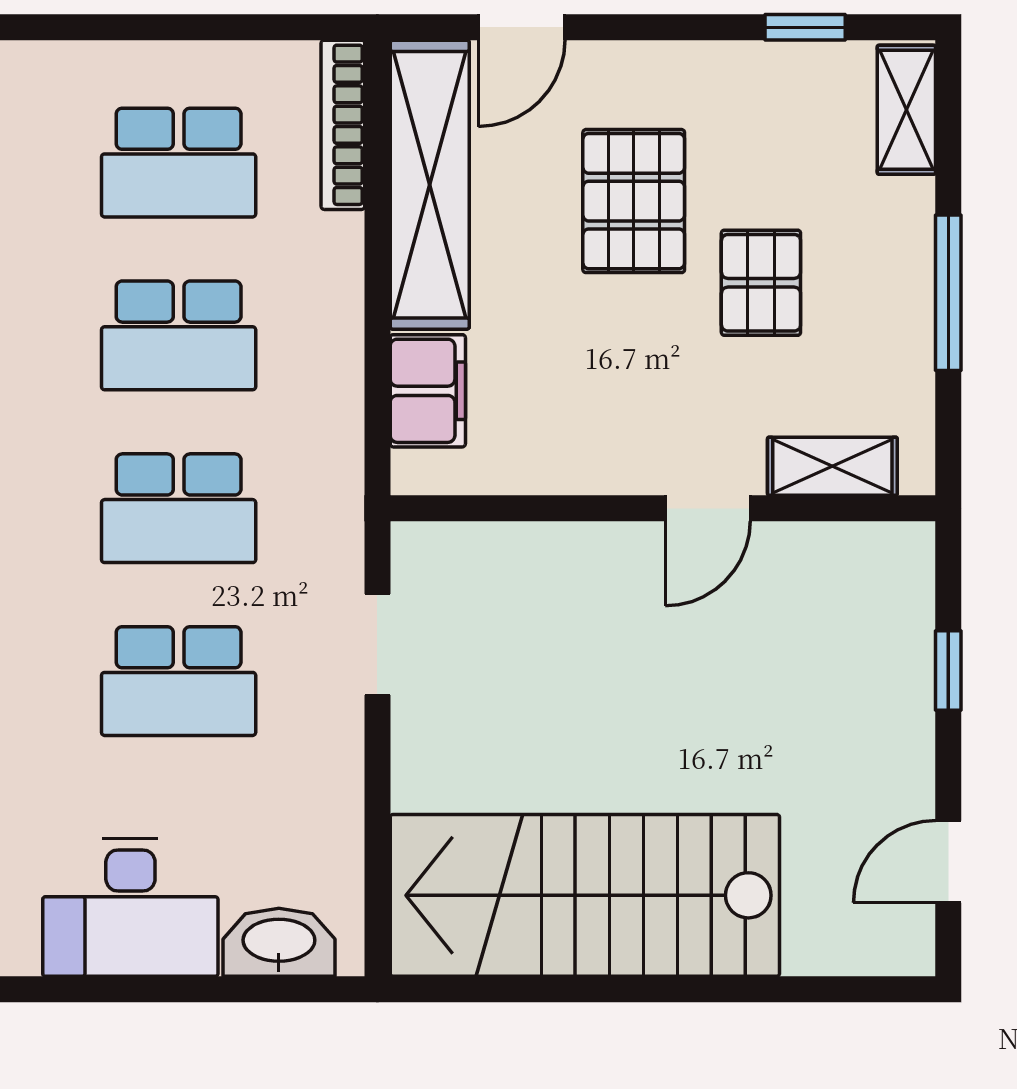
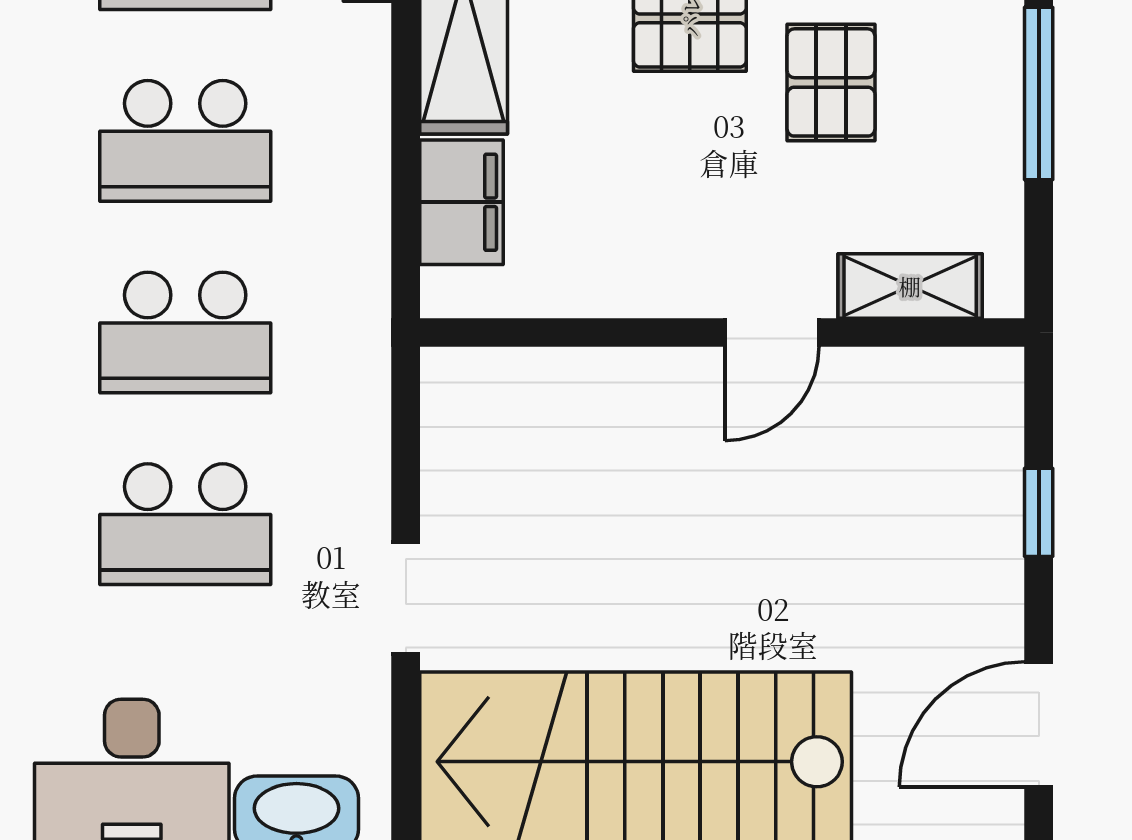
doorway: (377, 645) -> (406, 598), moved
door: (948, 862) -> (1039, 725), width x1.38

